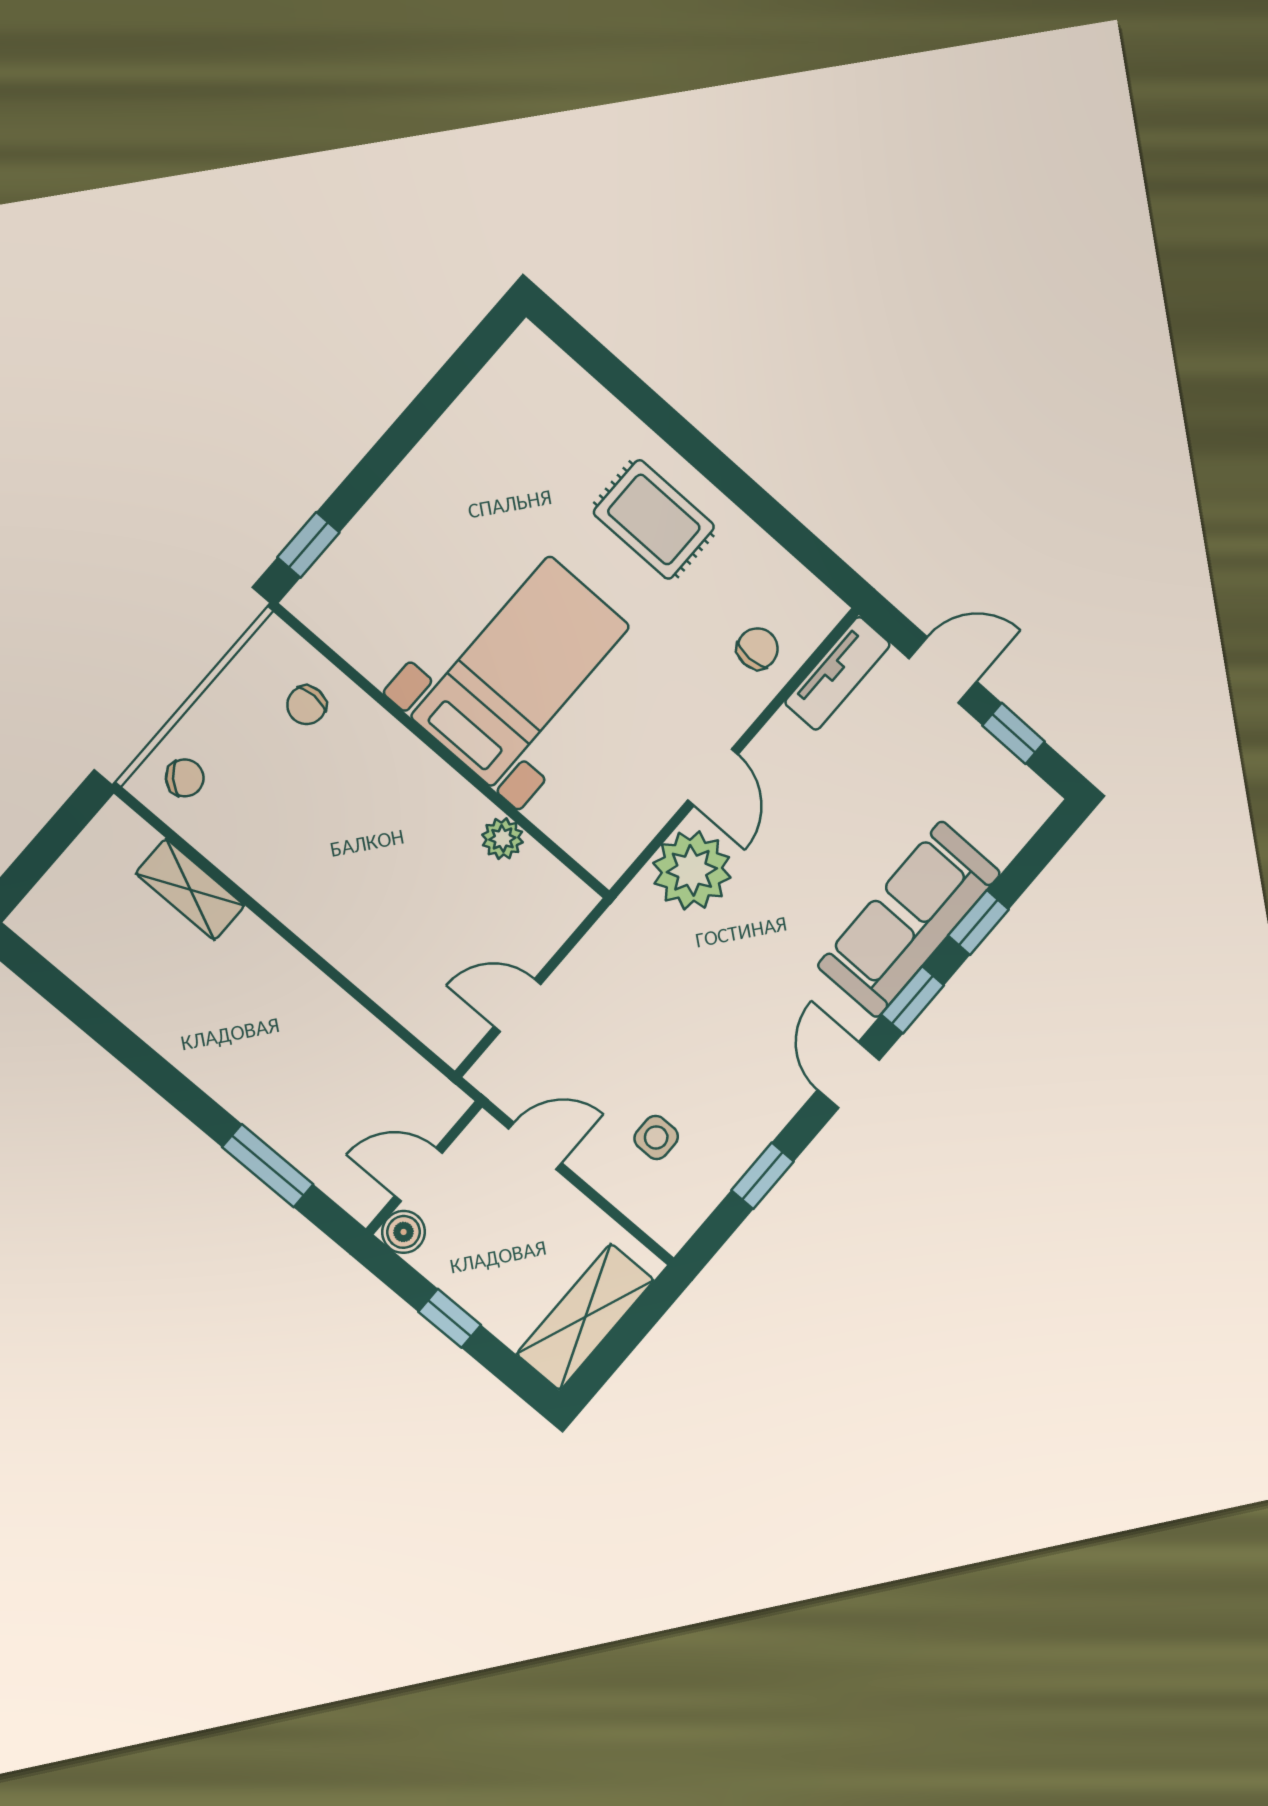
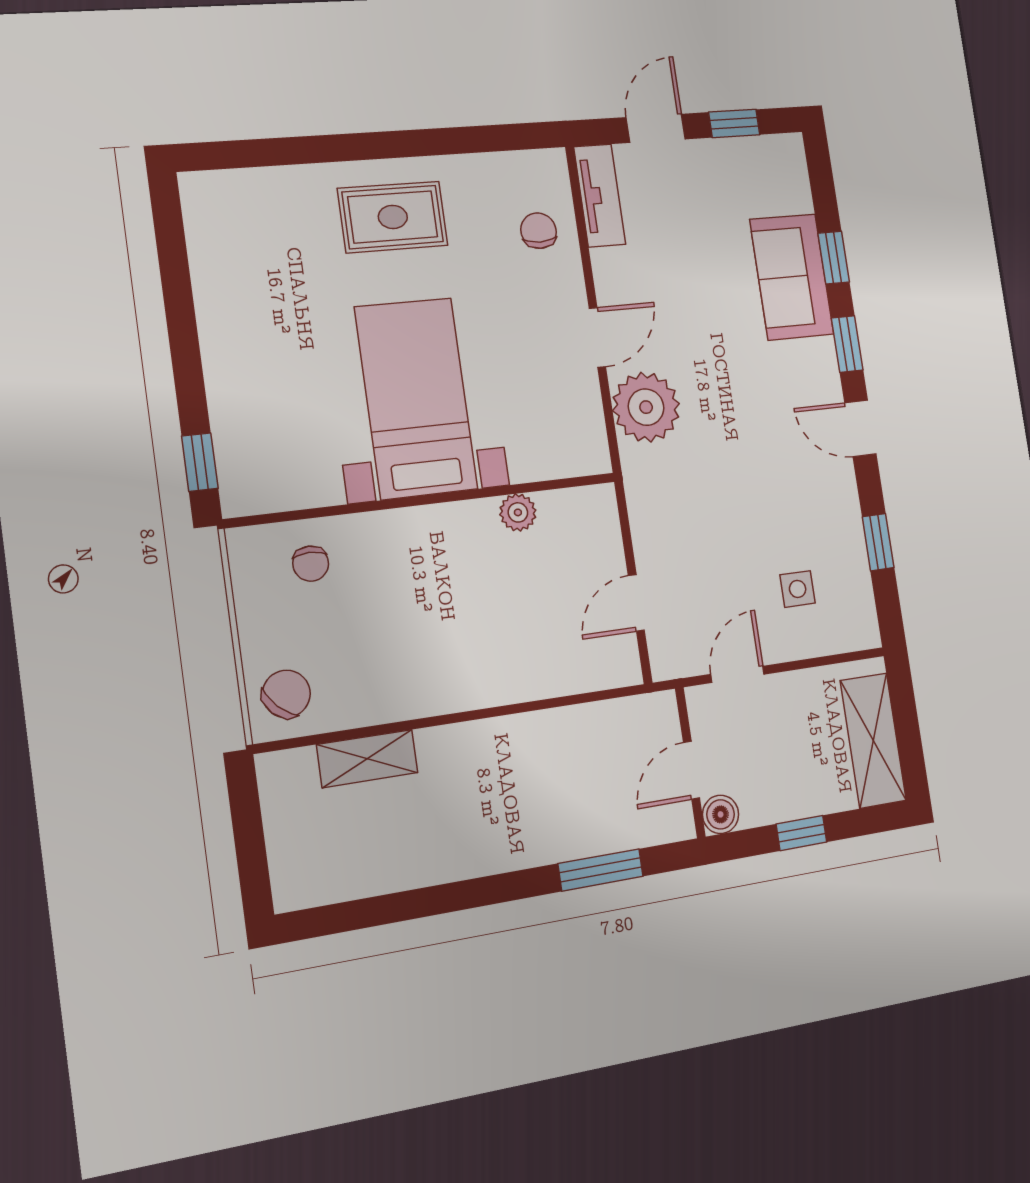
door: (713, 777) -> (597, 337), hinge flipped
chair: (185, 778) -> (286, 694), width x1.37, depth x1.37
sofa: (909, 919) -> (792, 277), width x0.73

